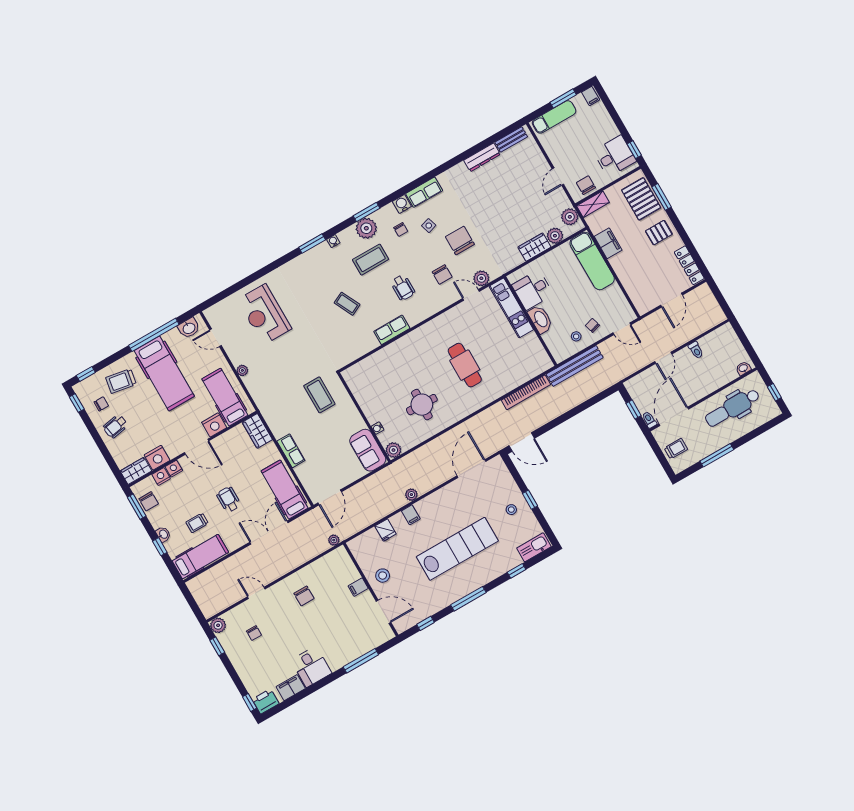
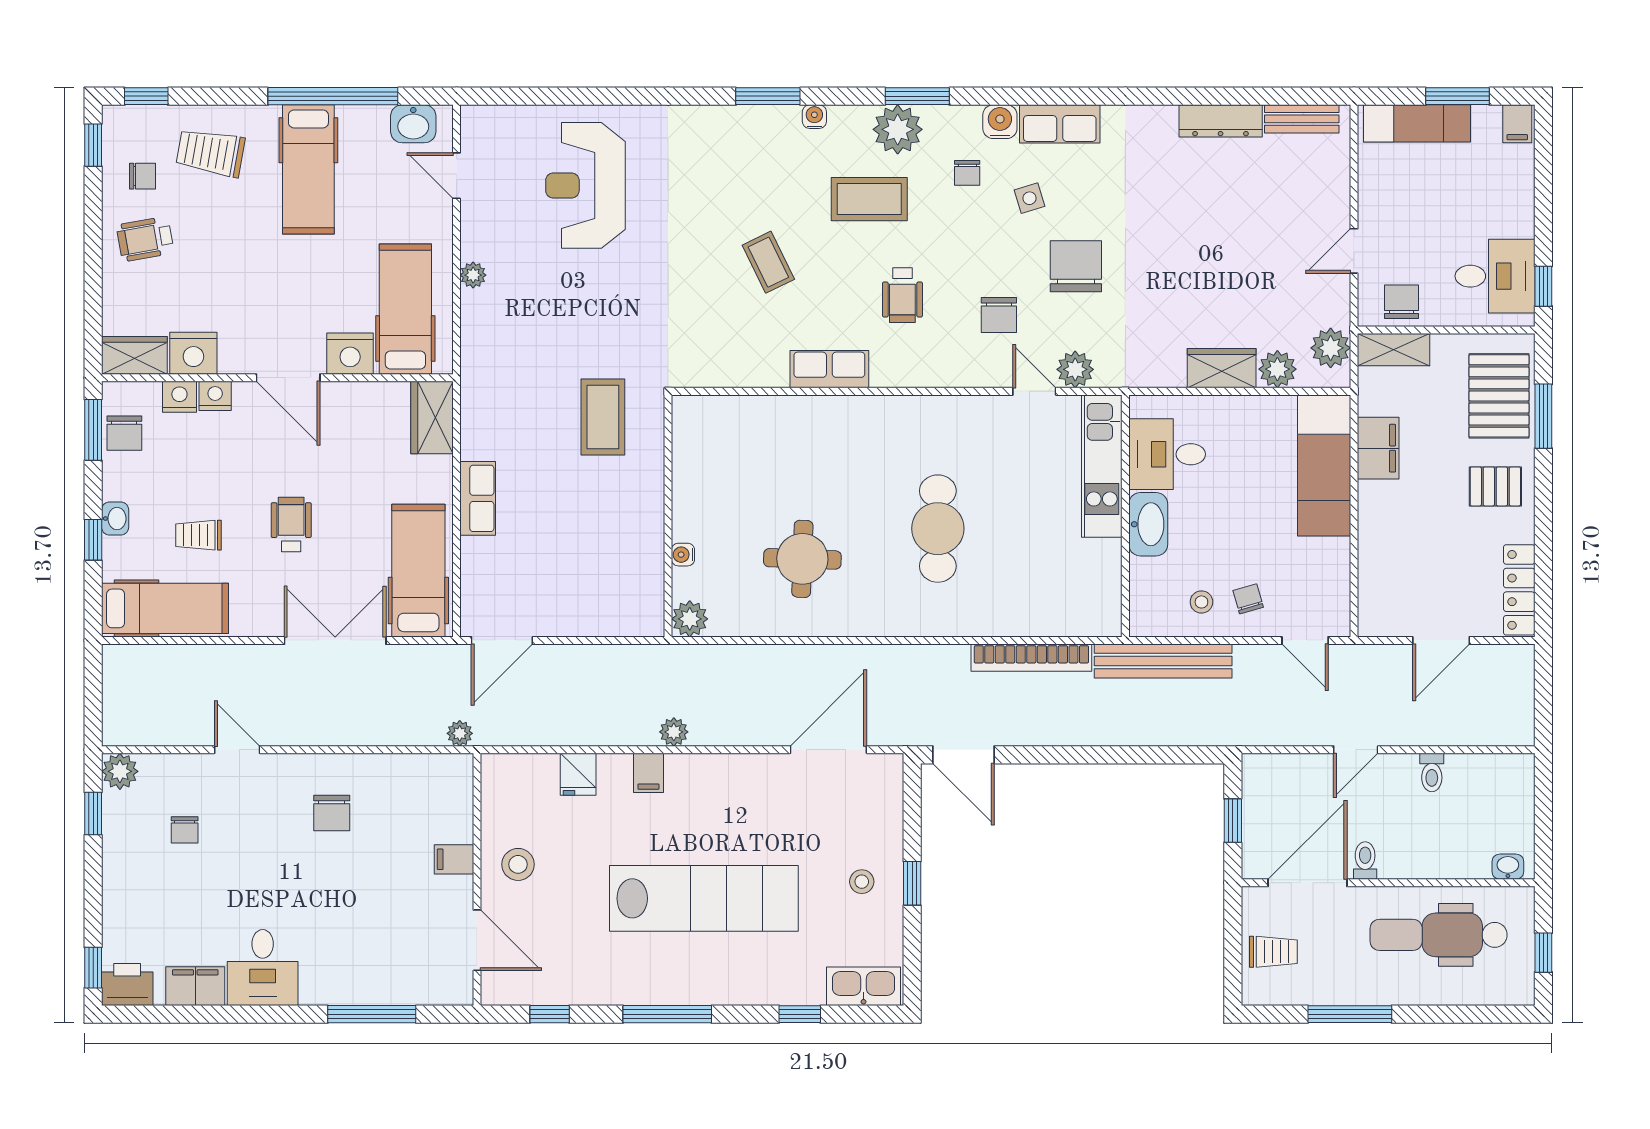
hospital bed: (164, 373) -> (308, 169), width x0.73, depth x0.78
toilet: (649, 420) -> (1365, 860), moved
sofa: (368, 450) -> (637, 588), removed

